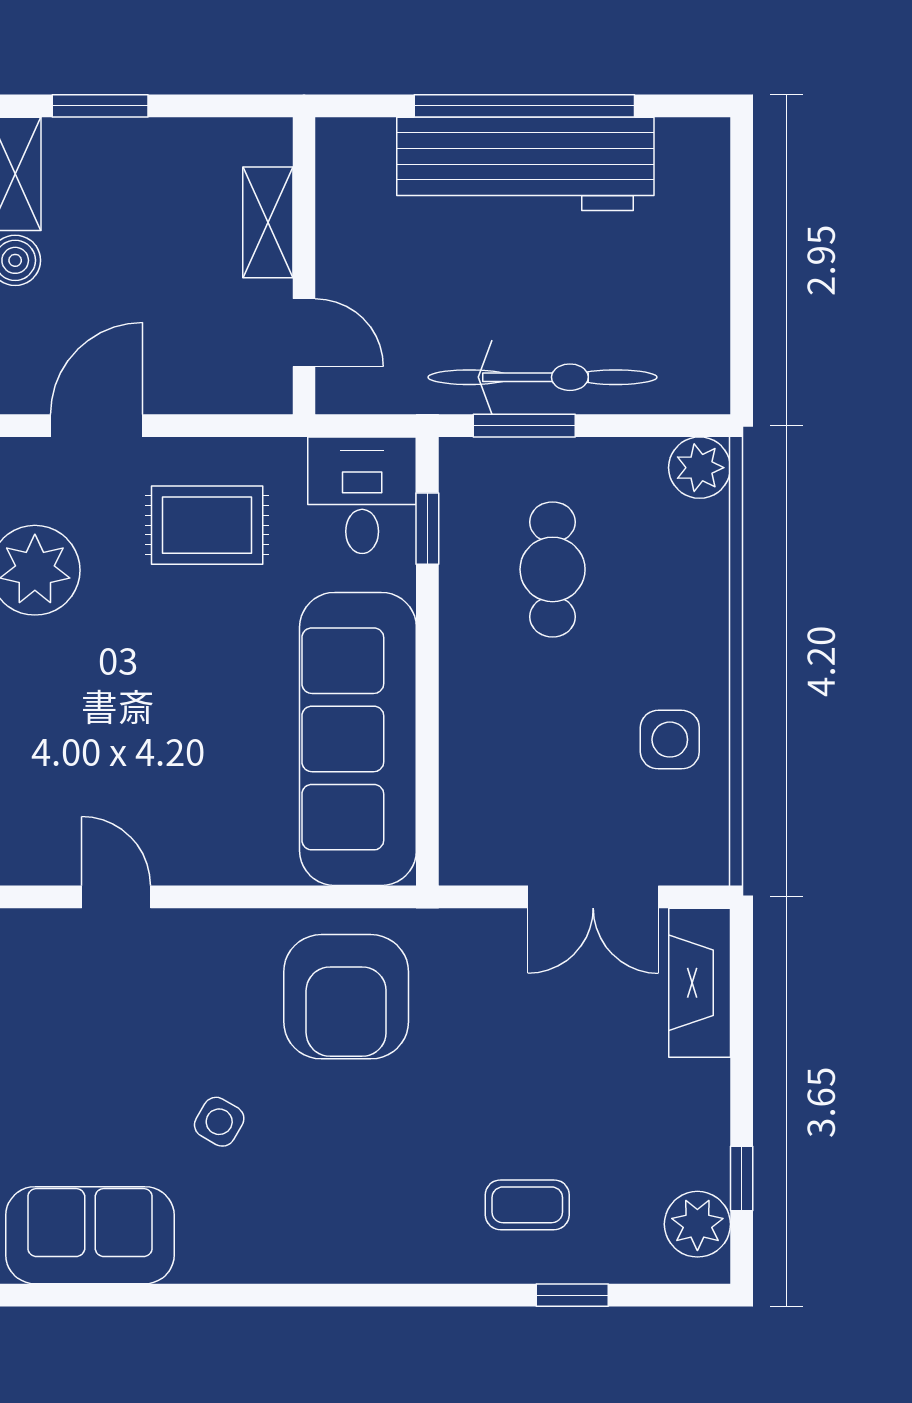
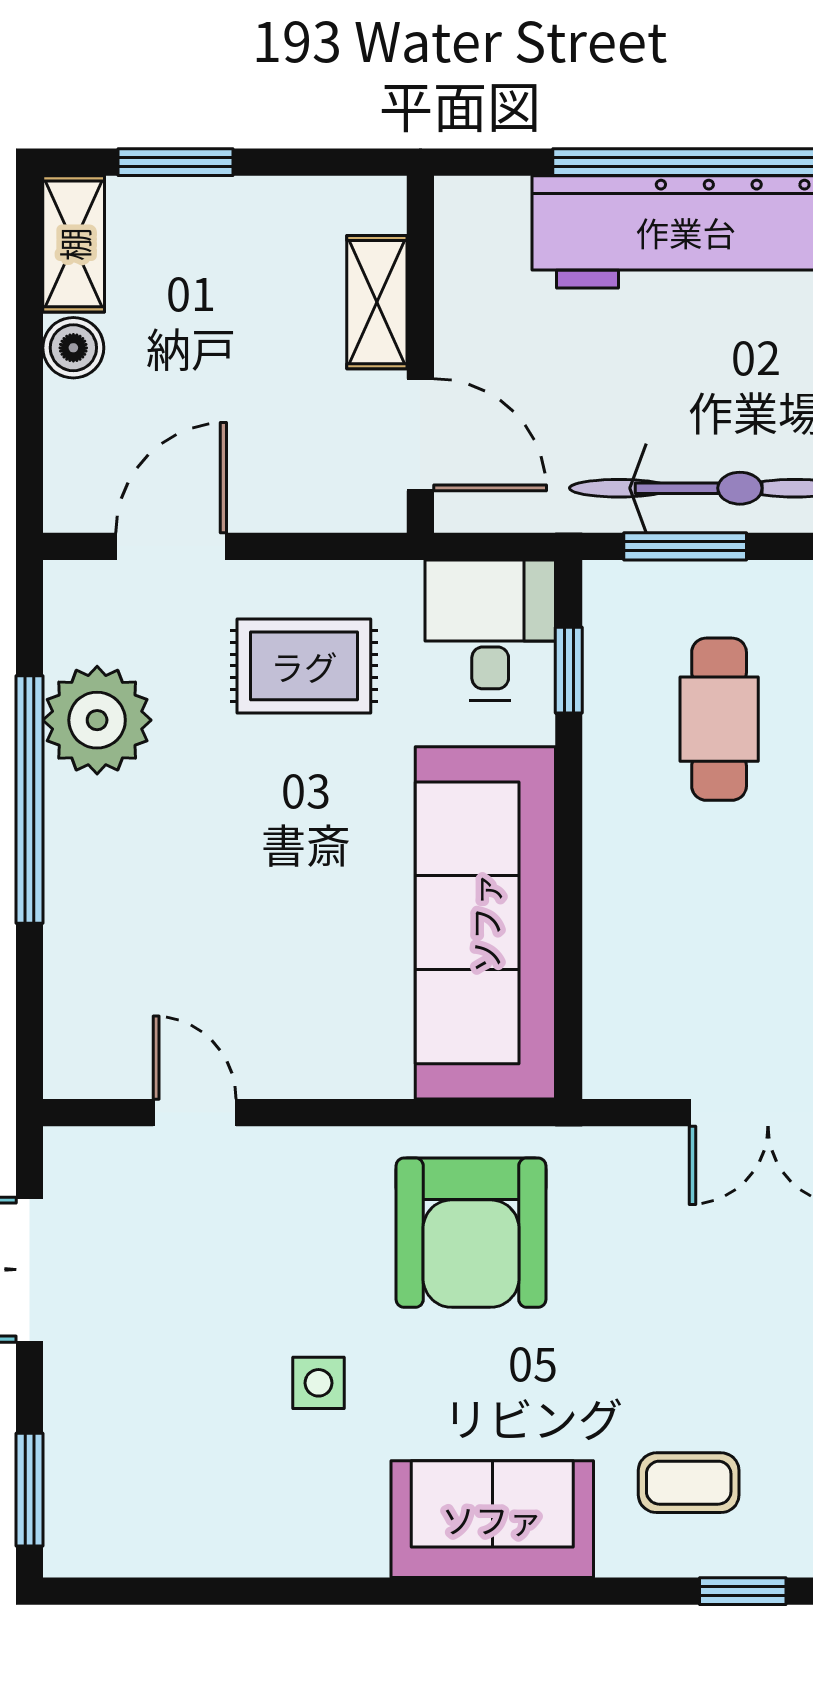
door: (304, 333) -> (420, 435), width x1.38
side table: (219, 1122) -> (319, 1383), turned -30
sofa: (90, 1235) -> (492, 1519), moved

